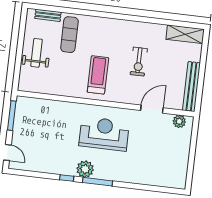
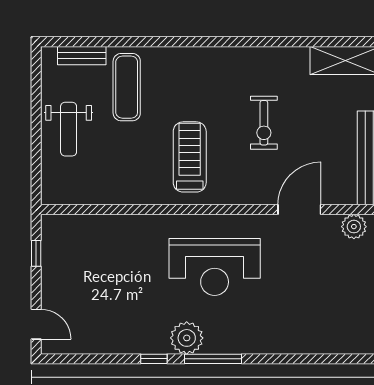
weight bench: (36, 53) -> (69, 129), turned 180
window: (12, 116) -> (36, 253), width x0.46
reception desk: (104, 134) -> (215, 267), turned 180

